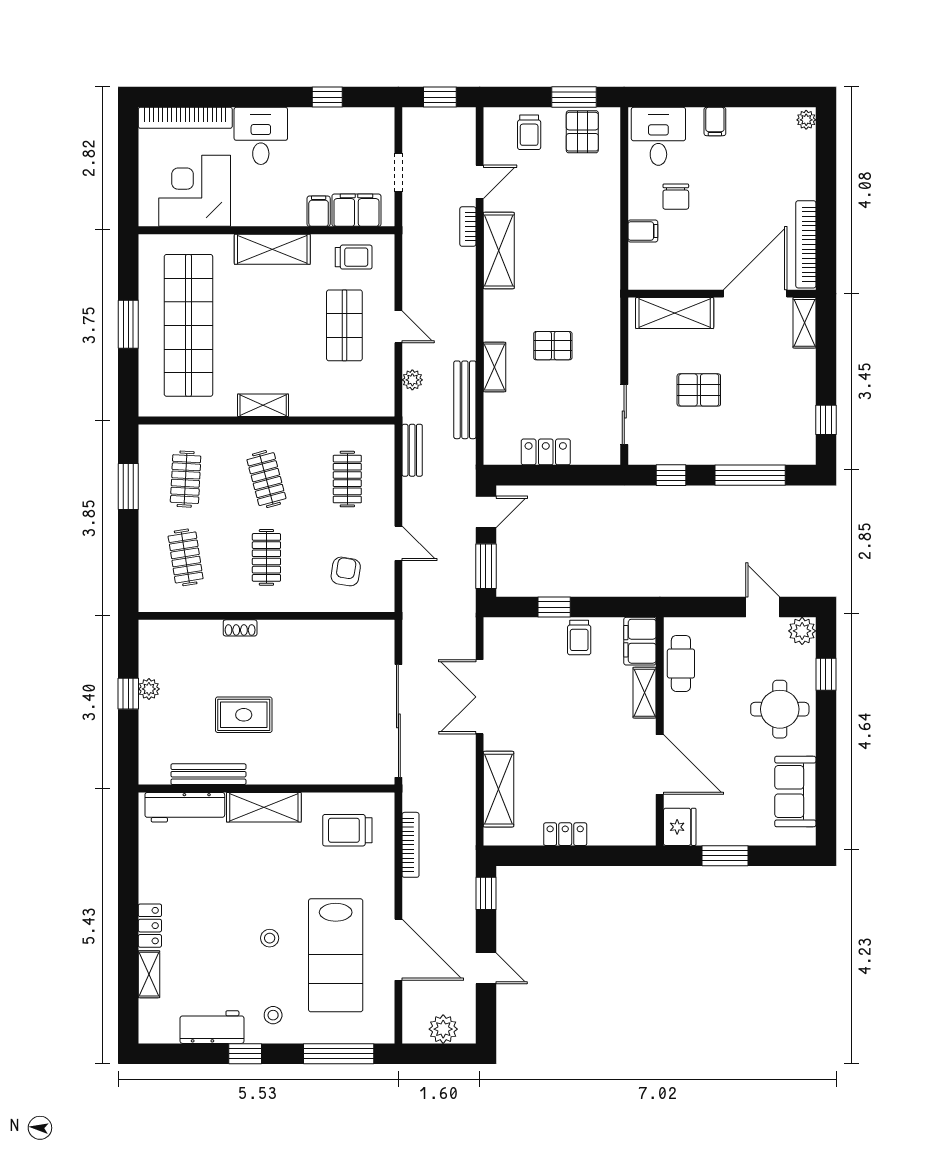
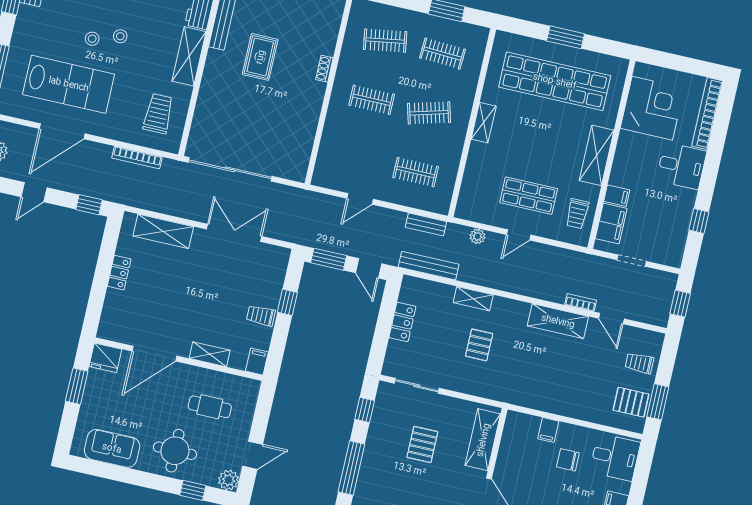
bench: (465, 400) -> (429, 266), moved
armchair: (346, 571) -> (348, 156), removed
filing cabinet: (640, 641) -> (257, 362), width x0.50
cafe table: (681, 663) -> (210, 407), moved
lab bench: (336, 955) -> (69, 84), turned 180
stool: (273, 1015) -> (120, 36), moved

